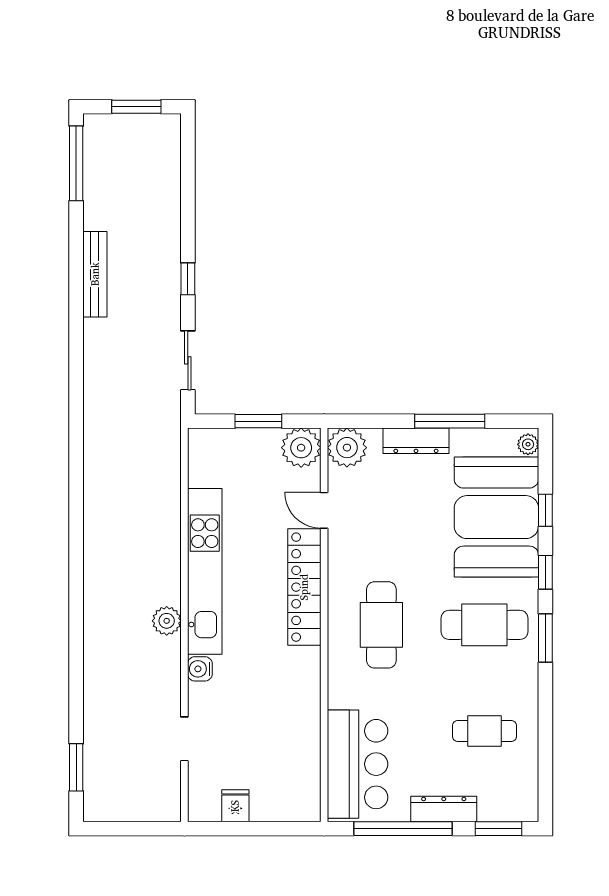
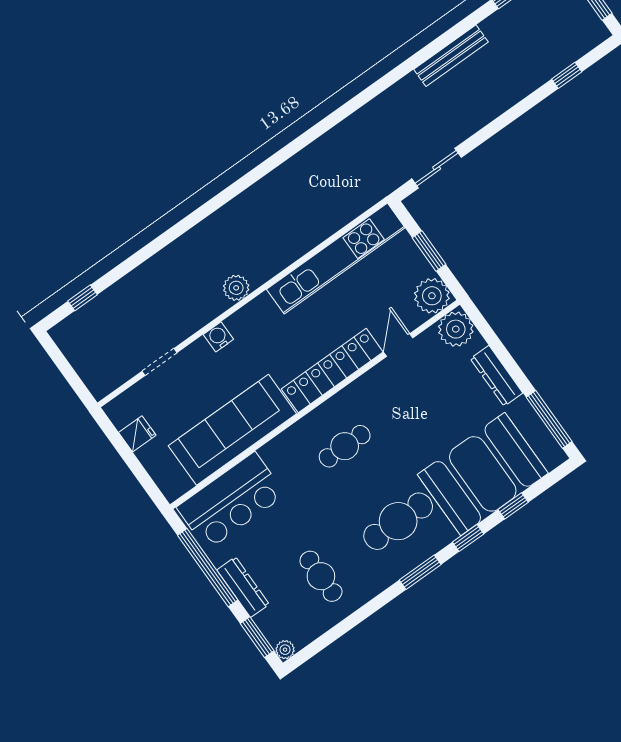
window: (188, 279) -> (567, 75), moved
window: (450, 421) -> (549, 419), moved
plant: (528, 444) -> (285, 650), moved
kitchen unit: (205, 571) -> (336, 259), moved
cafe table: (381, 625) -> (345, 446), width x0.73, depth x0.74
cafe table: (484, 625) -> (398, 521), turned 90
sofa: (294, 716) -> (232, 430), added
window: (76, 767) -> (83, 298), width x0.67

